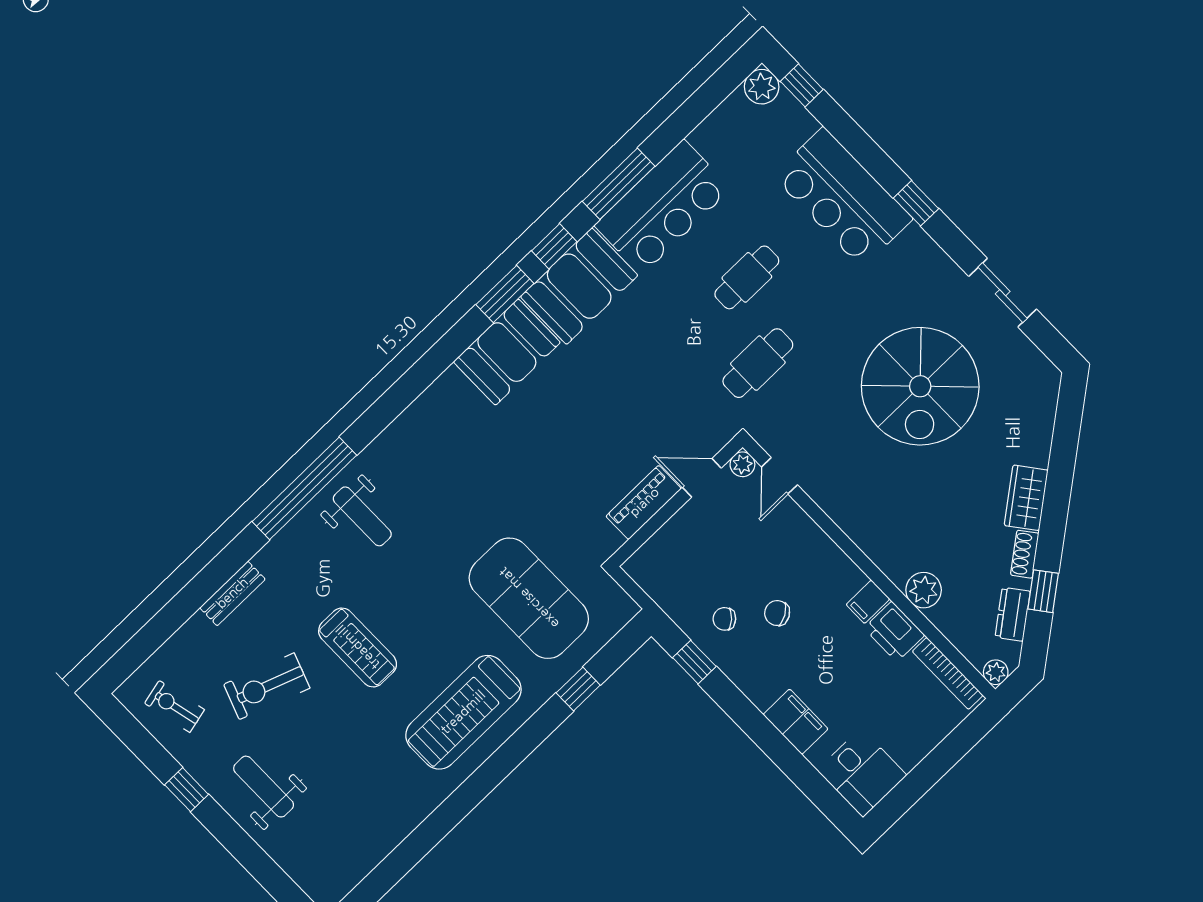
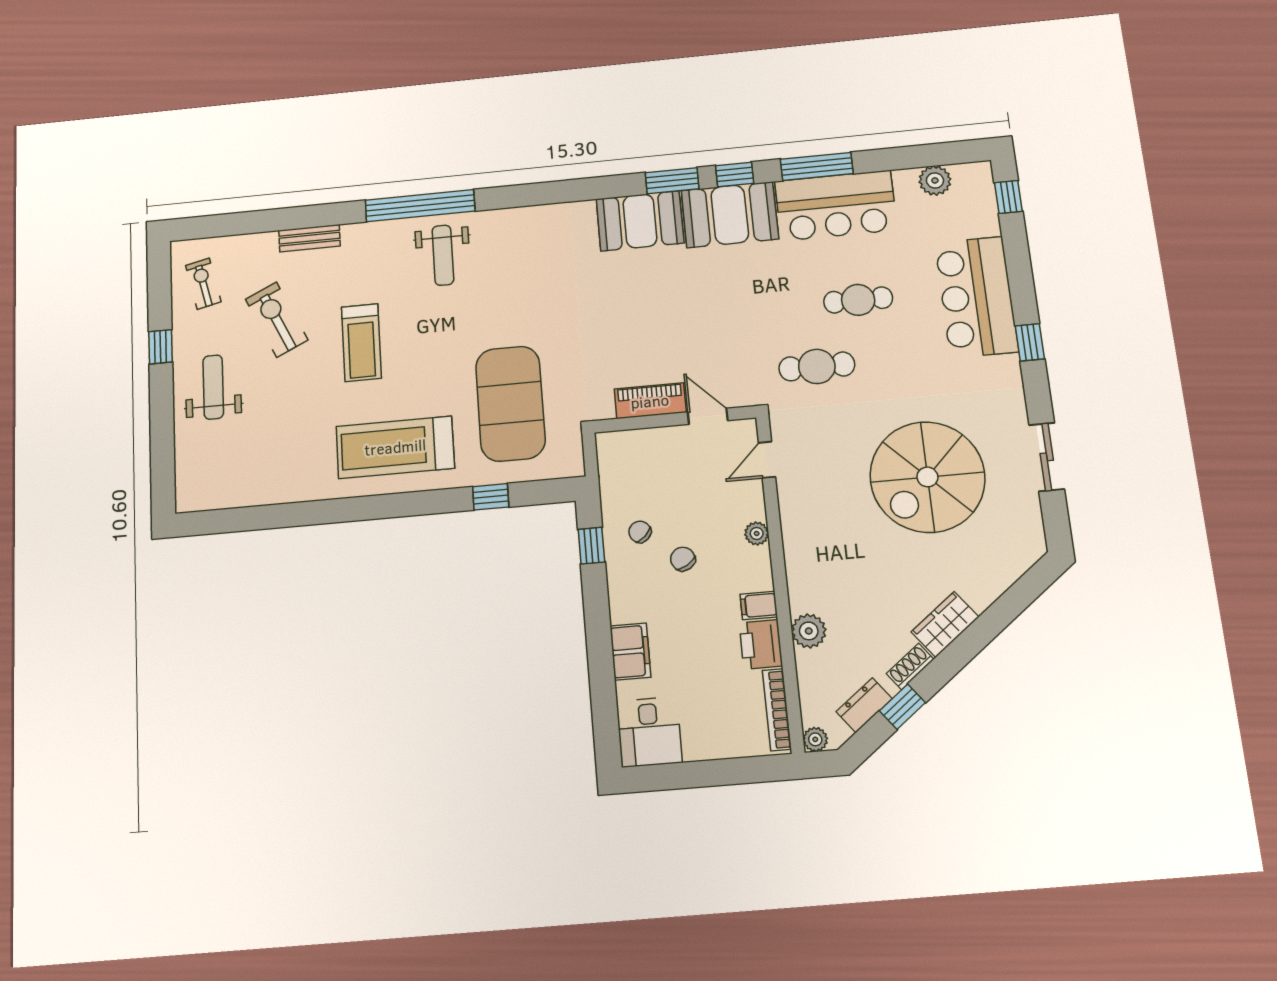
plant: (762, 87) -> (935, 180), moved
plant: (742, 464) -> (757, 533), moved
exercise bike: (267, 686) -> (277, 320), turned 45

